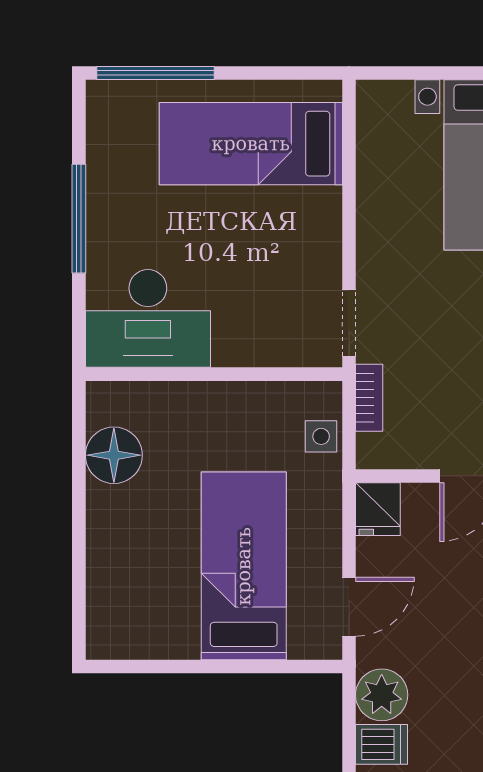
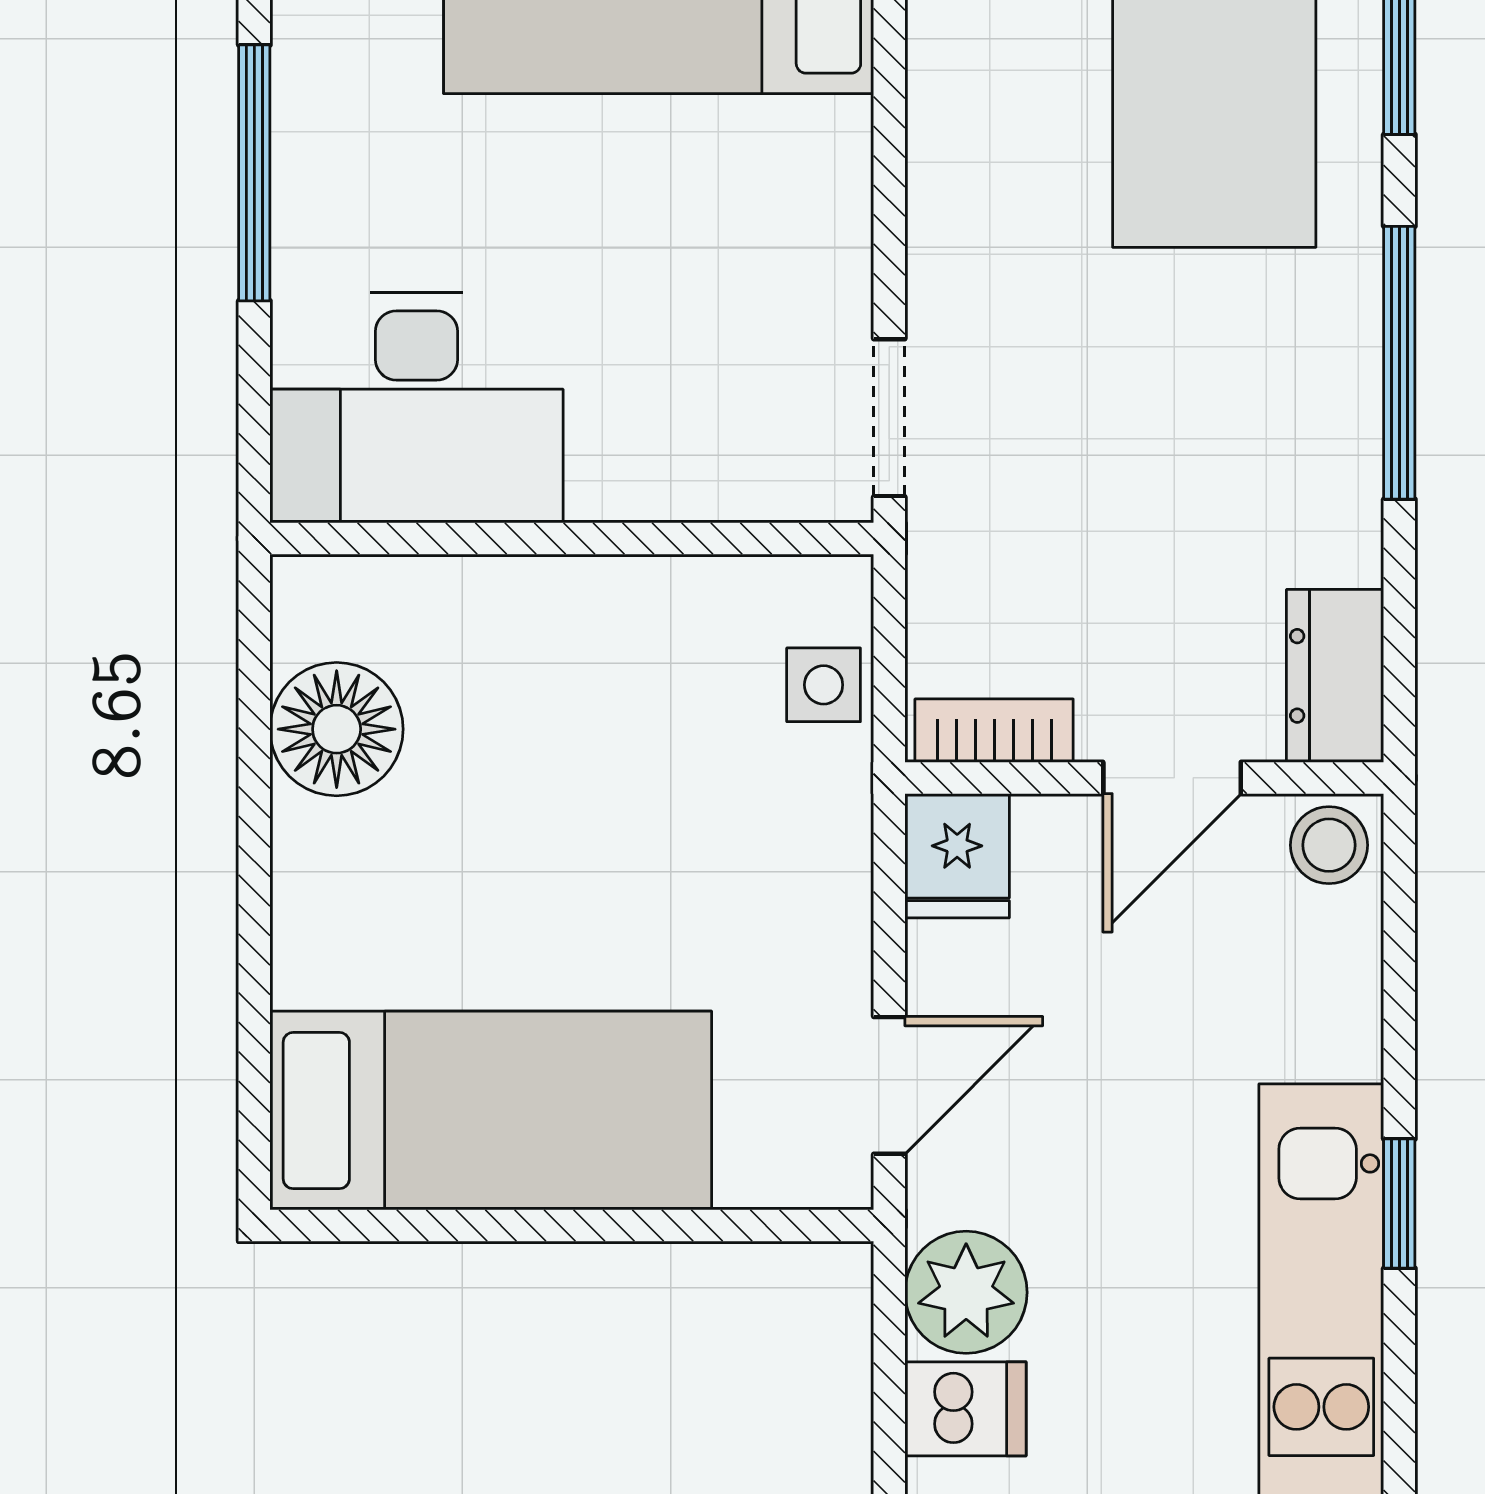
bookcase: (369, 398) -> (994, 731), moved, turned -90
bed: (244, 566) -> (491, 1111), moved, turned 90

